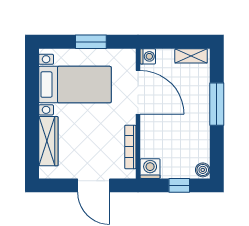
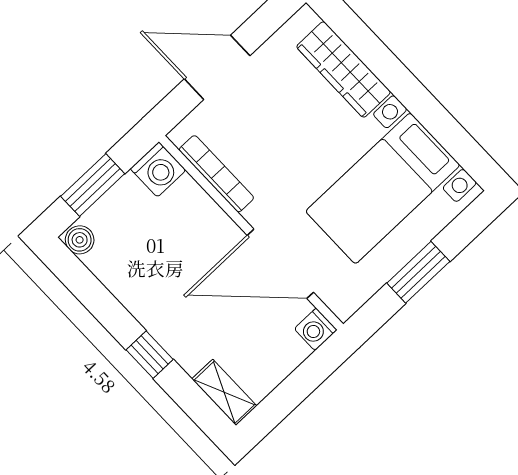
shelving: (191, 56) -> (224, 392), moved, turned 90
window: (217, 104) -> (150, 355), width x0.46
window: (179, 185) -> (93, 185), width x1.50

